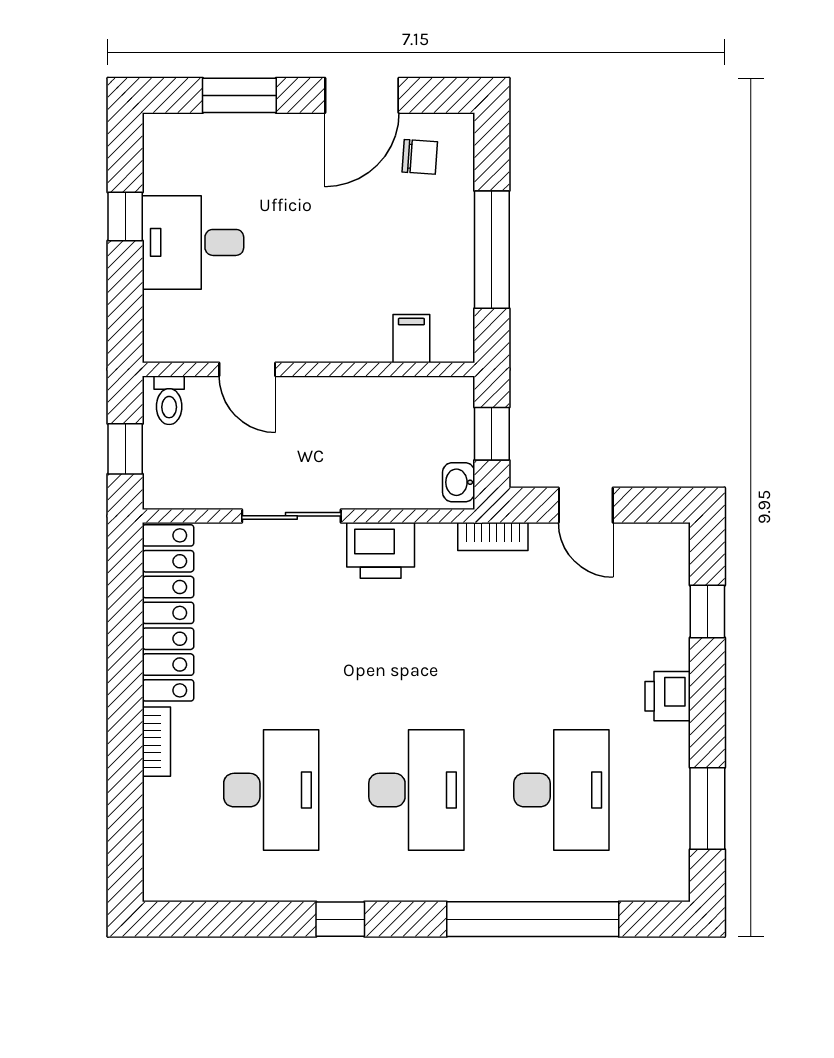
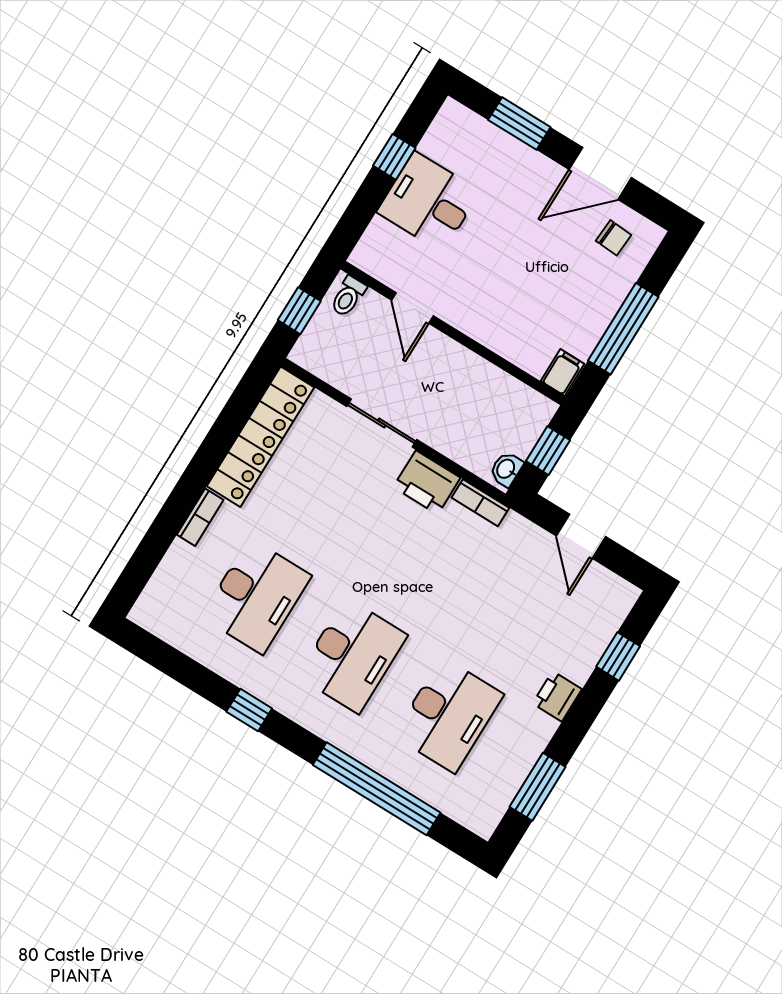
filing cabinet: (411, 339) -> (563, 372), moved
bookcase: (493, 536) -> (480, 503), moved

